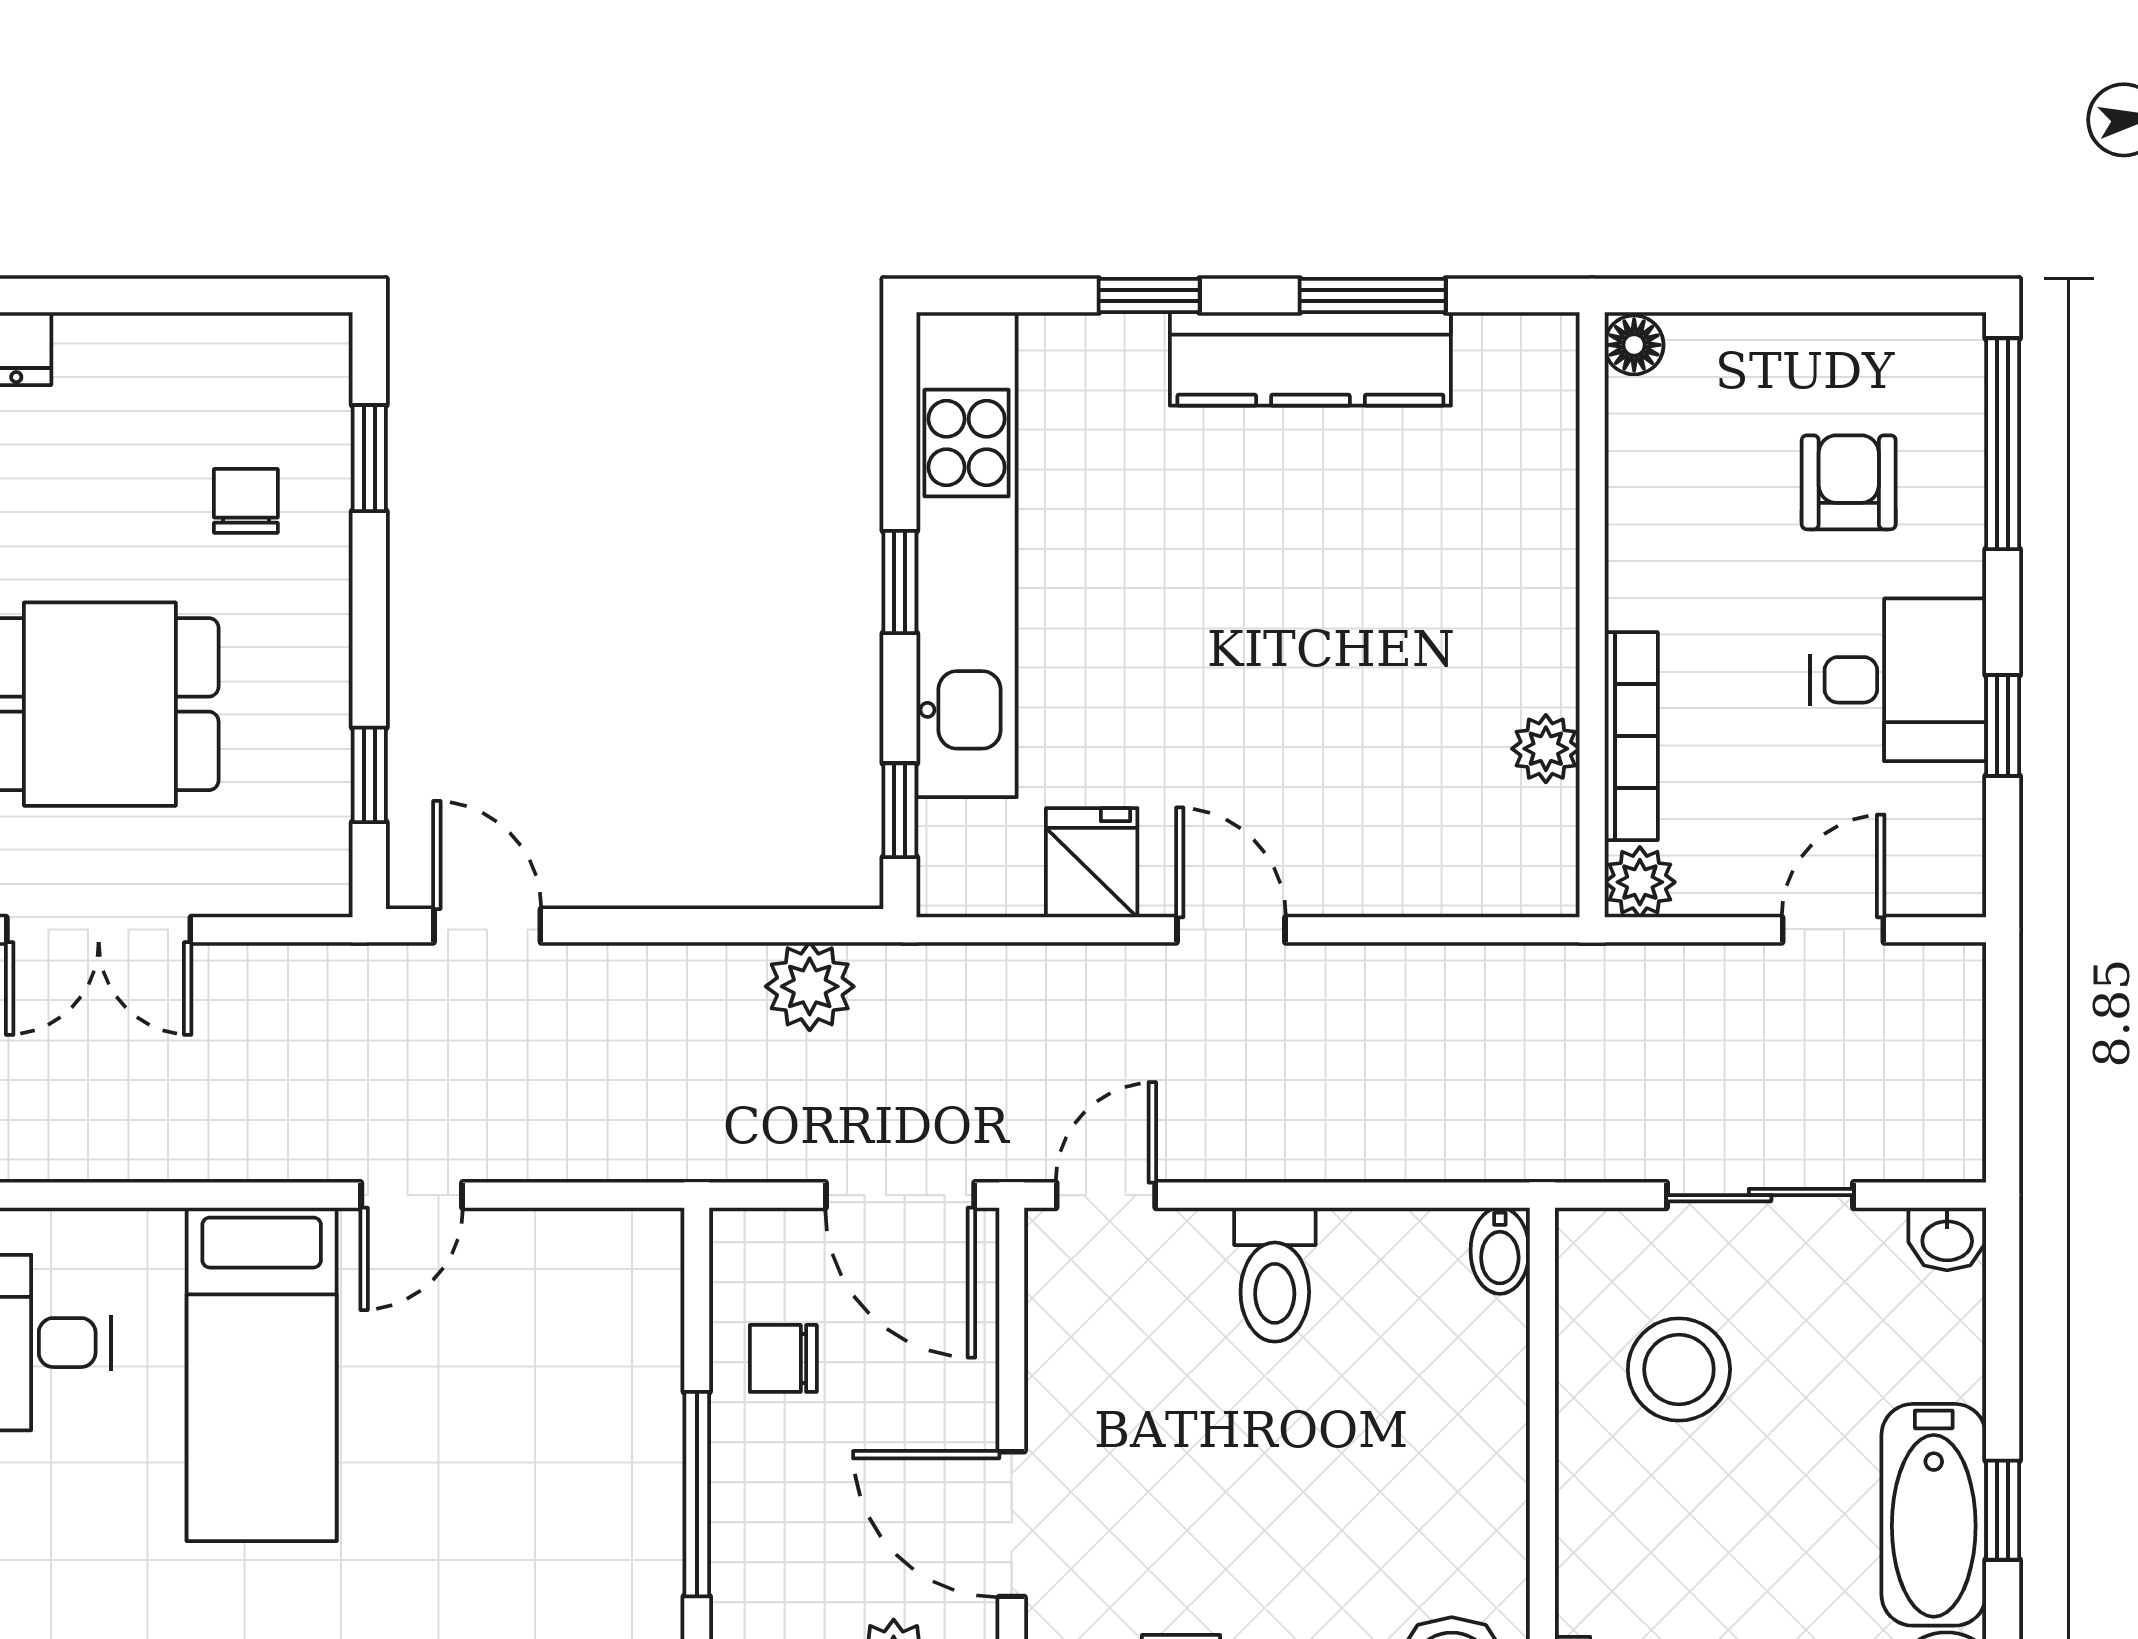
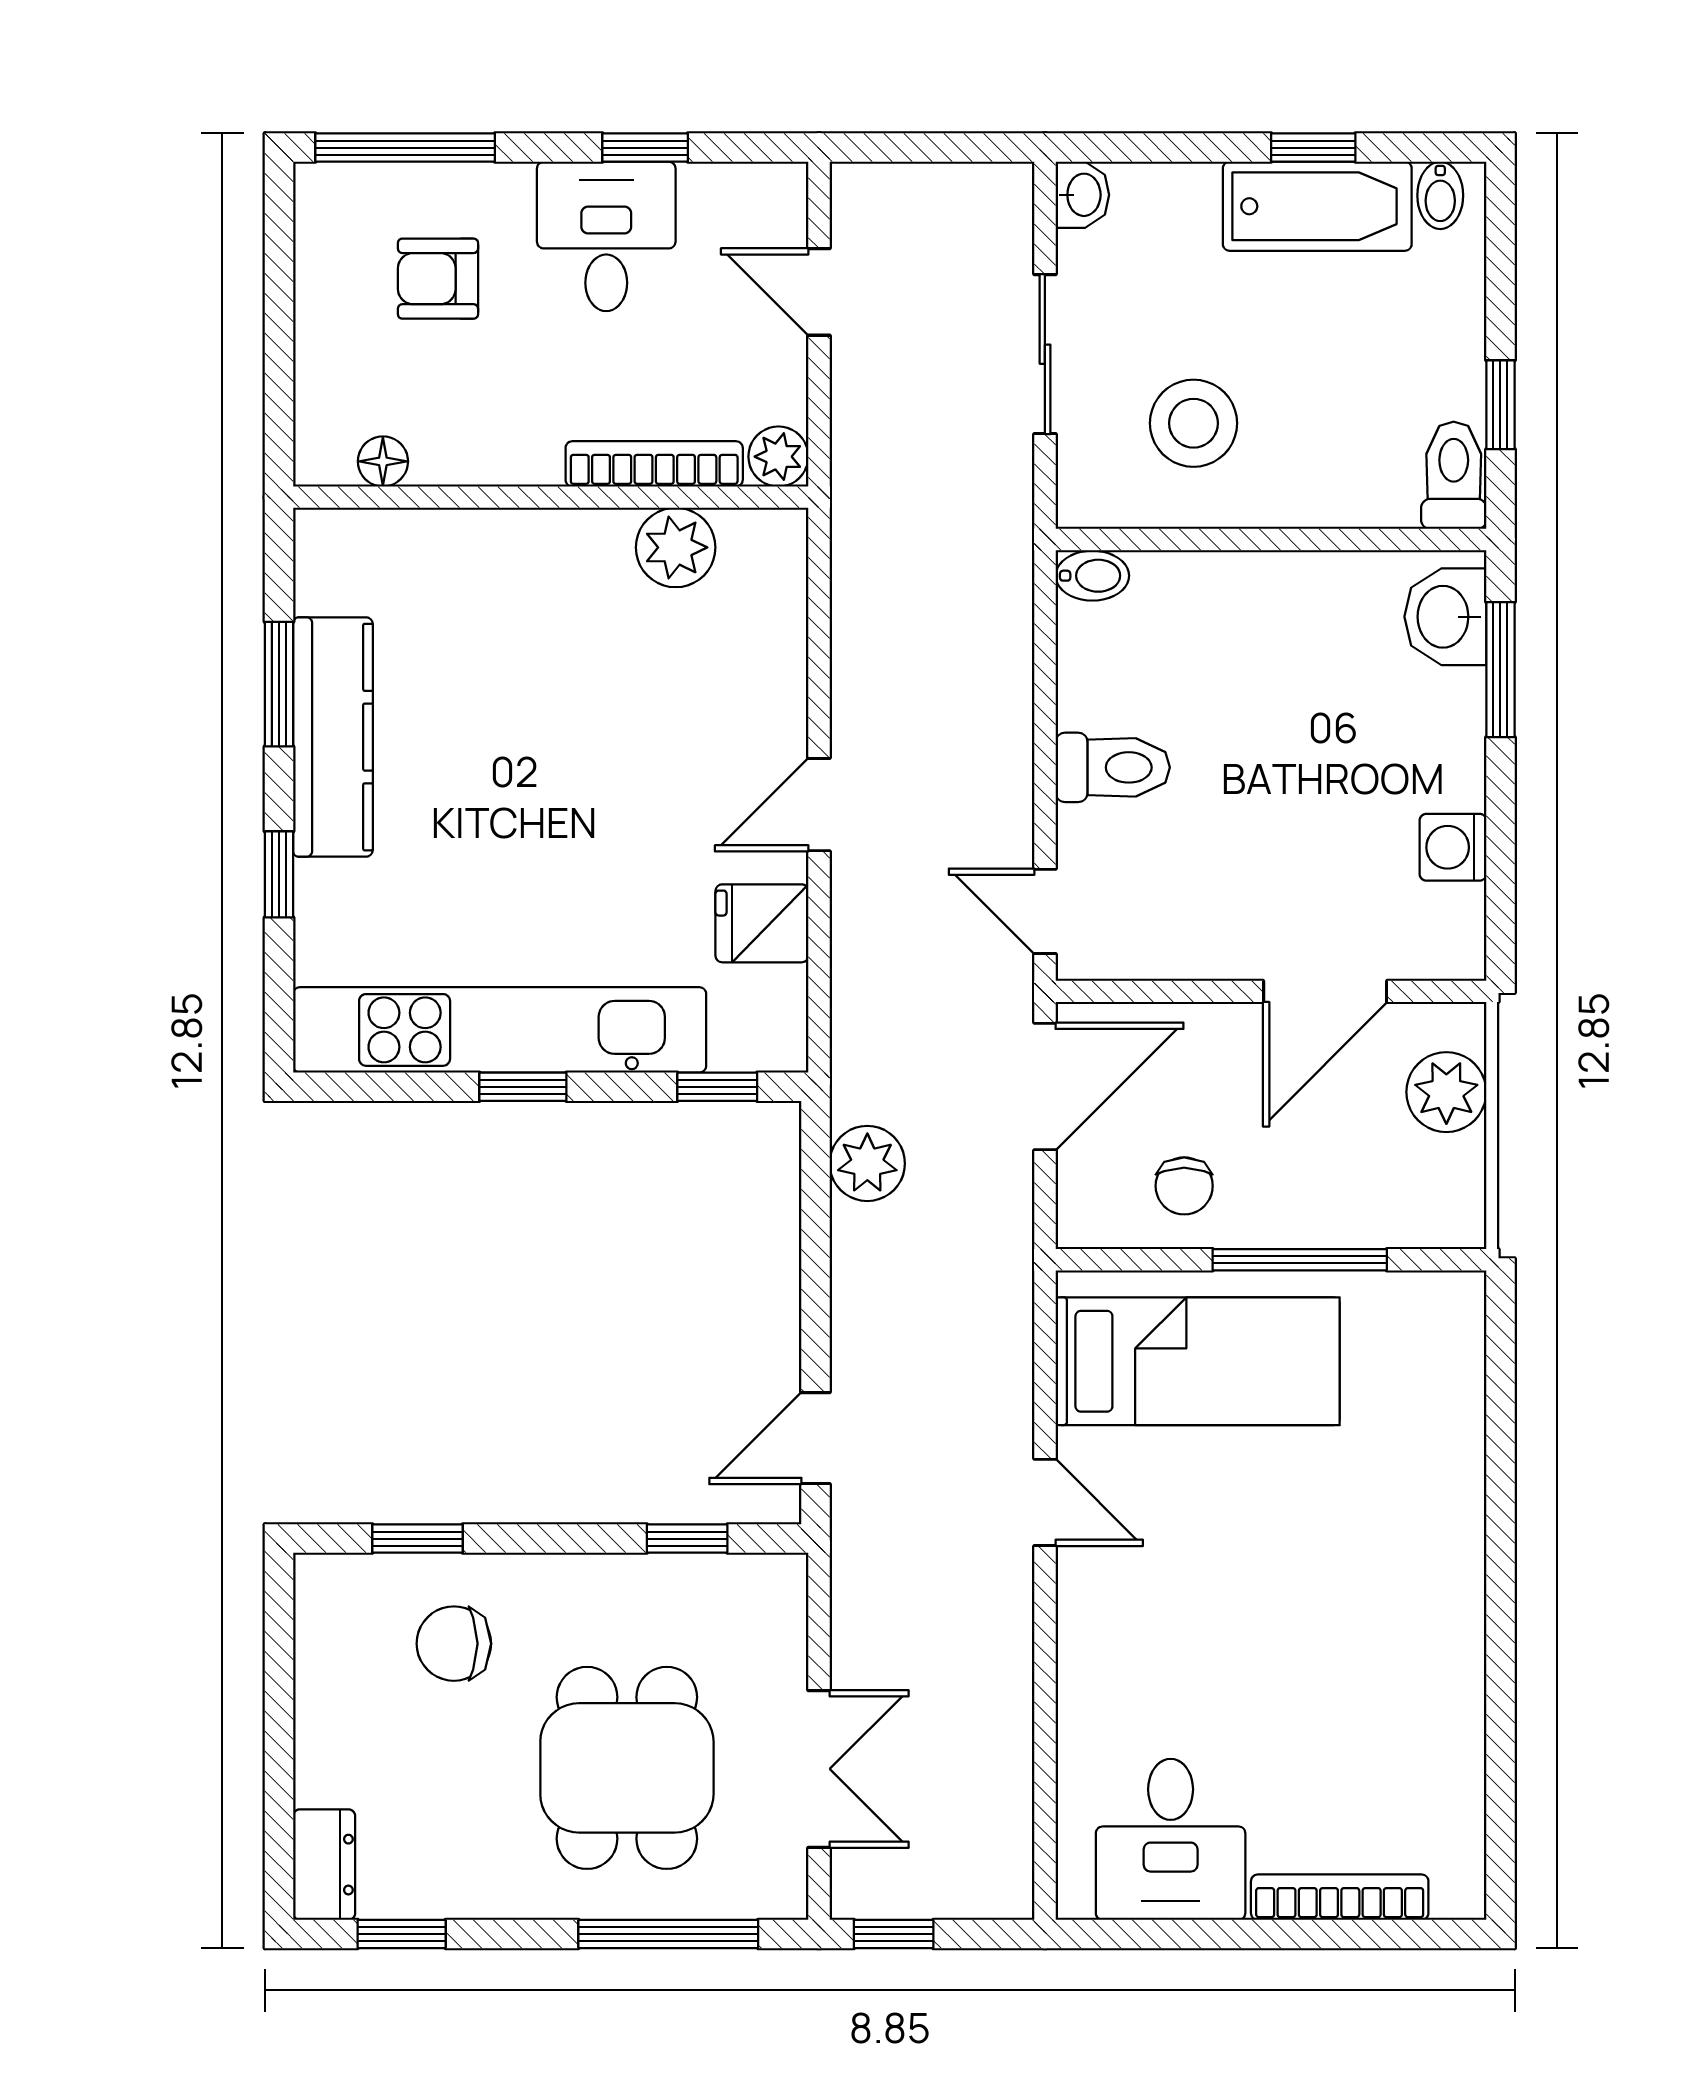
floor lamp: (1634, 345) -> (383, 461), moved
chair: (246, 501) -> (454, 1644), width x1.37, depth x1.37
plant: (1546, 749) -> (676, 547), width x1.38, depth x1.38
bed: (262, 1374) -> (1198, 1361), moved

